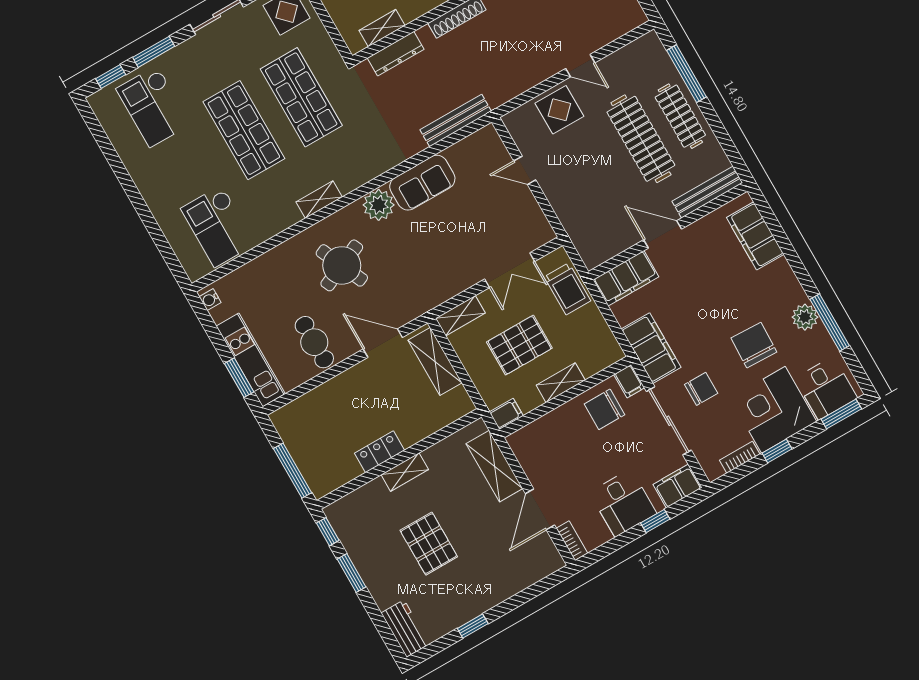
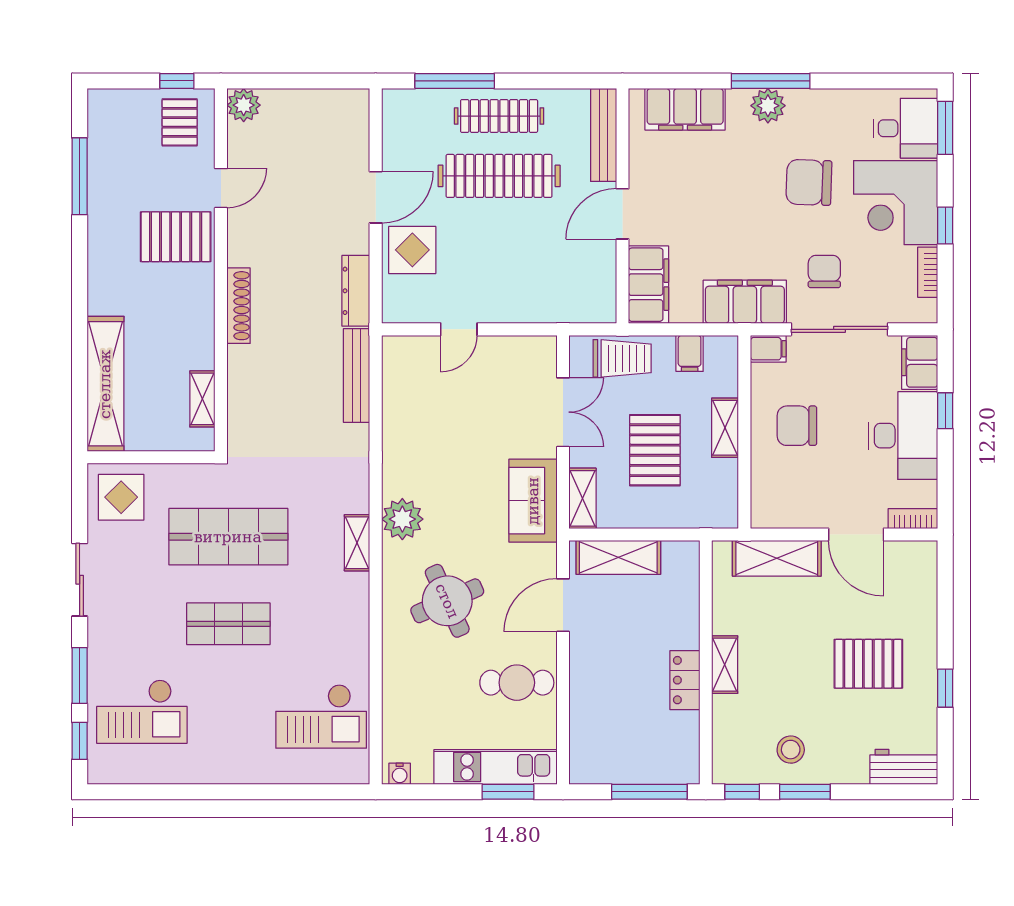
dresser: (396, 54) -> (356, 291), moved, turned 180
door: (580, 66) -> (376, 197), width x1.38
shop shelf: (244, 130) -> (228, 624), width x0.70, depth x0.74
sofa: (422, 183) -> (533, 501), moved, turned 180
shelving: (319, 200) -> (357, 543), moved
plant: (805, 317) -> (768, 106), moved
window: (830, 323) -> (771, 81), moved
chair: (605, 409) -> (797, 426), moved, turned 90
filing cabinet: (506, 414) -> (690, 353), moved, turned 180
desk: (623, 503) -> (903, 436), width x1.37
pallet: (429, 544) -> (868, 664), moved
stool: (374, 548) -> (791, 750), added

